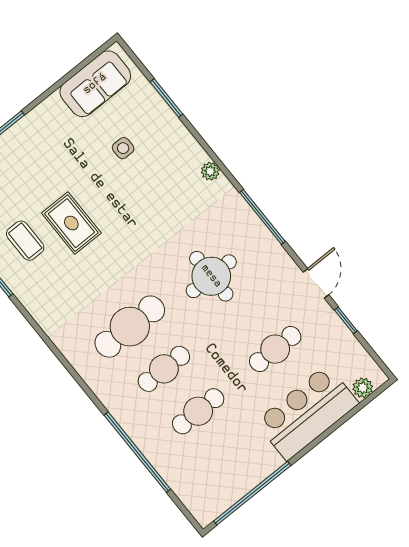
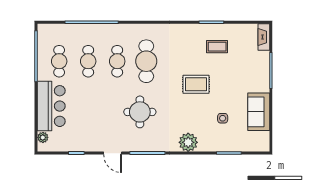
sofa: (95, 84) -> (259, 112), moved
plant: (210, 171) -> (188, 142), width x1.87, depth x1.87
rug: (71, 223) -> (196, 84), moved
door: (316, 283) -> (113, 153), moved
cafe table: (275, 349) -> (59, 61), moved

